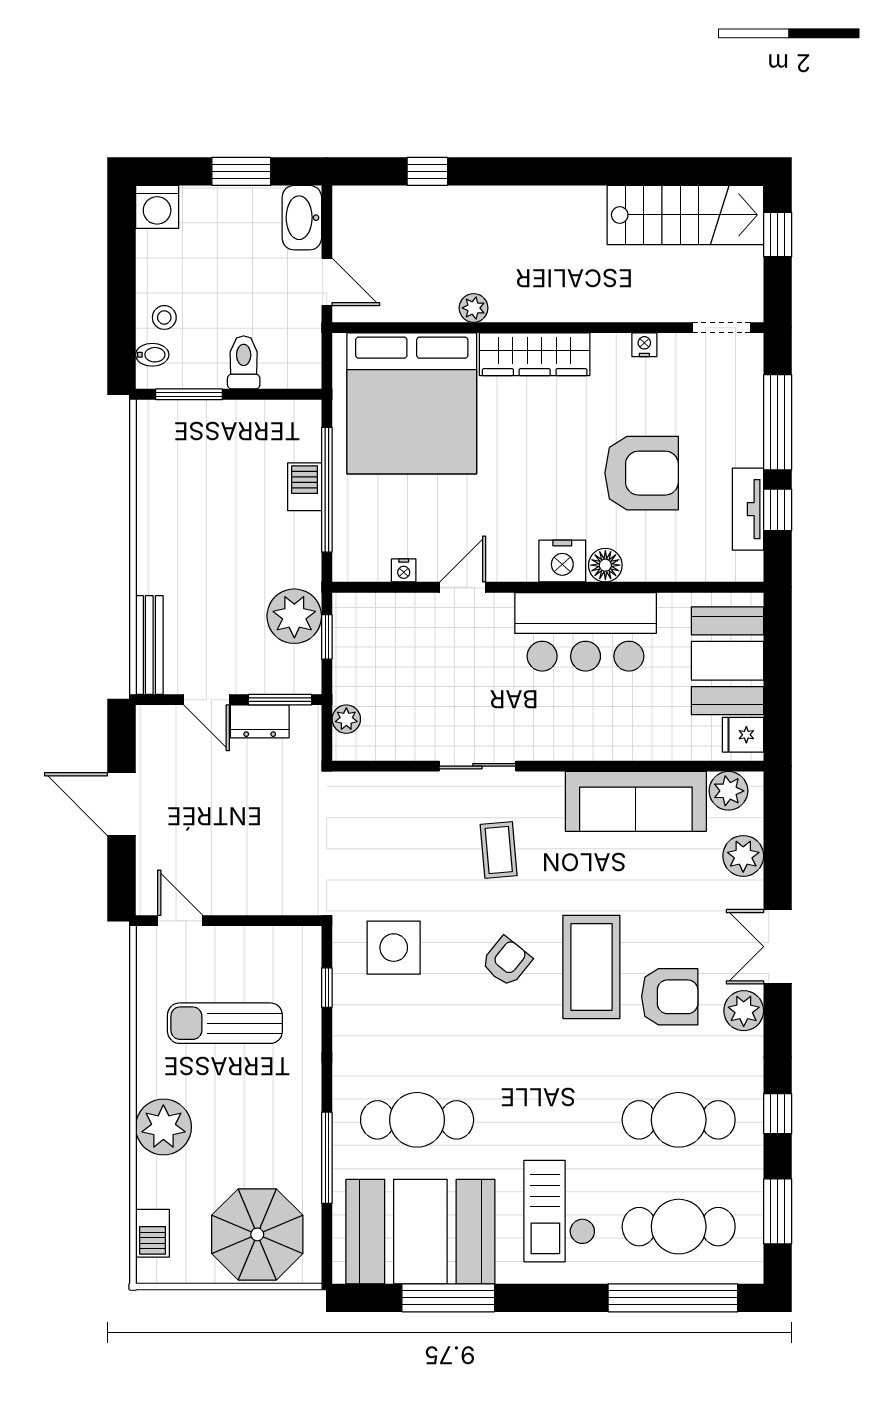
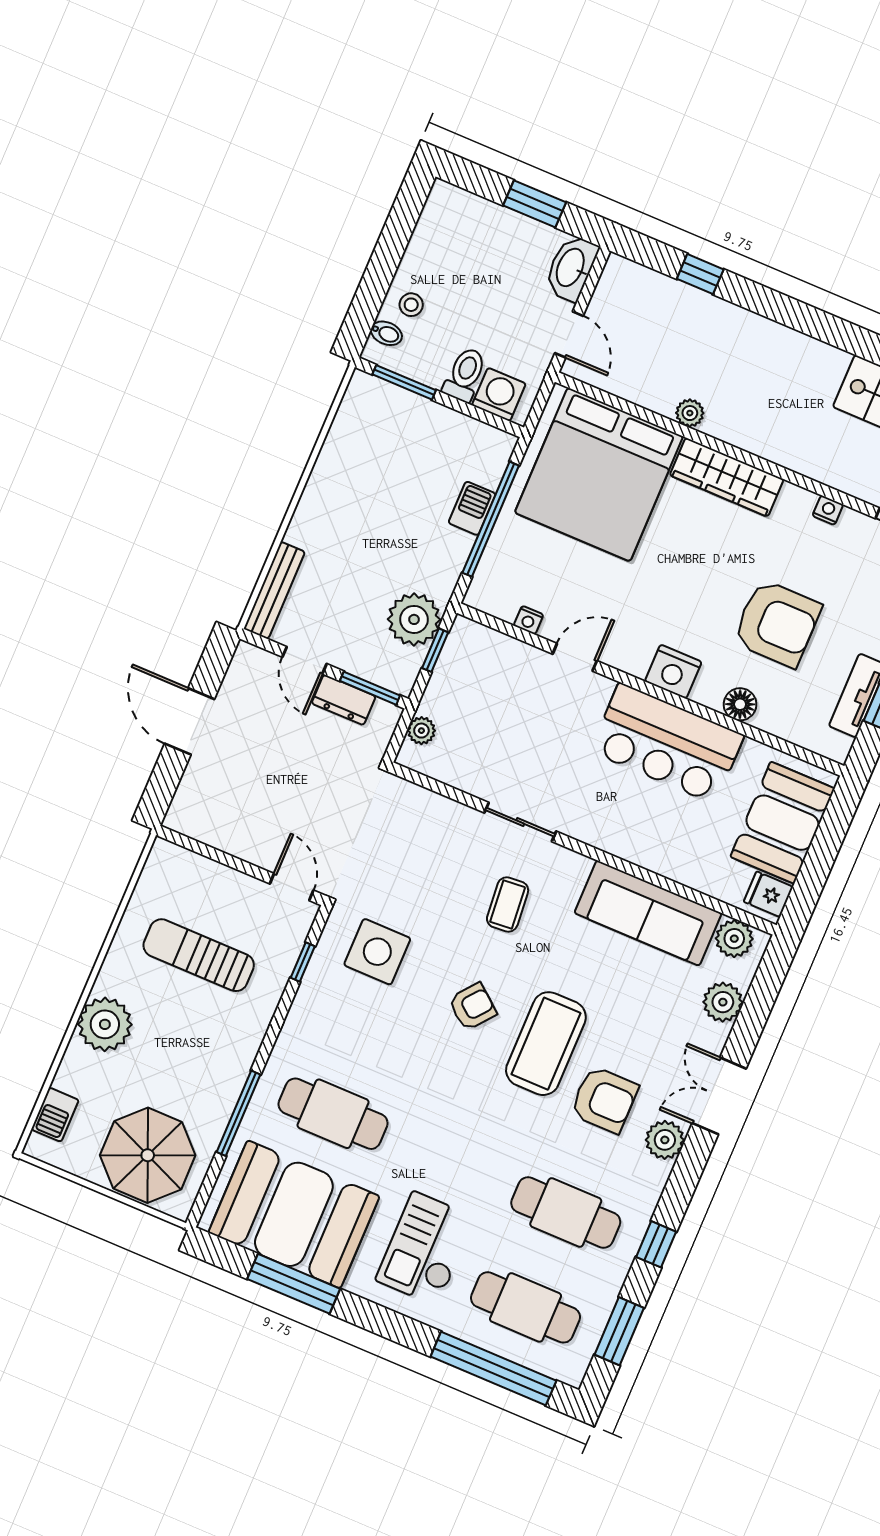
washing machine: (157, 207) -> (499, 394), moved, turned 180
floor lamp: (605, 565) -> (740, 704), moved
door: (180, 921) -> (292, 887), moved

